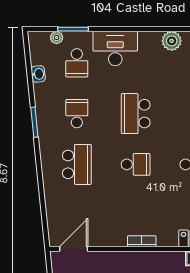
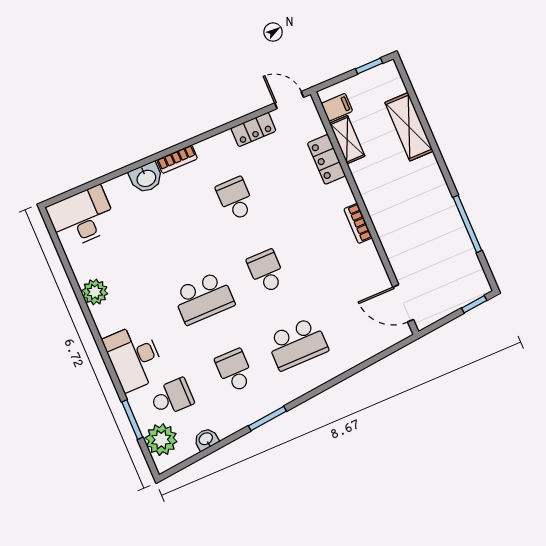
plant: (57, 38) -> (161, 440), width x1.87, depth x1.87
school desk: (77, 114) -> (235, 371), turned 90
school desk: (77, 164) -> (297, 344), turned 180

